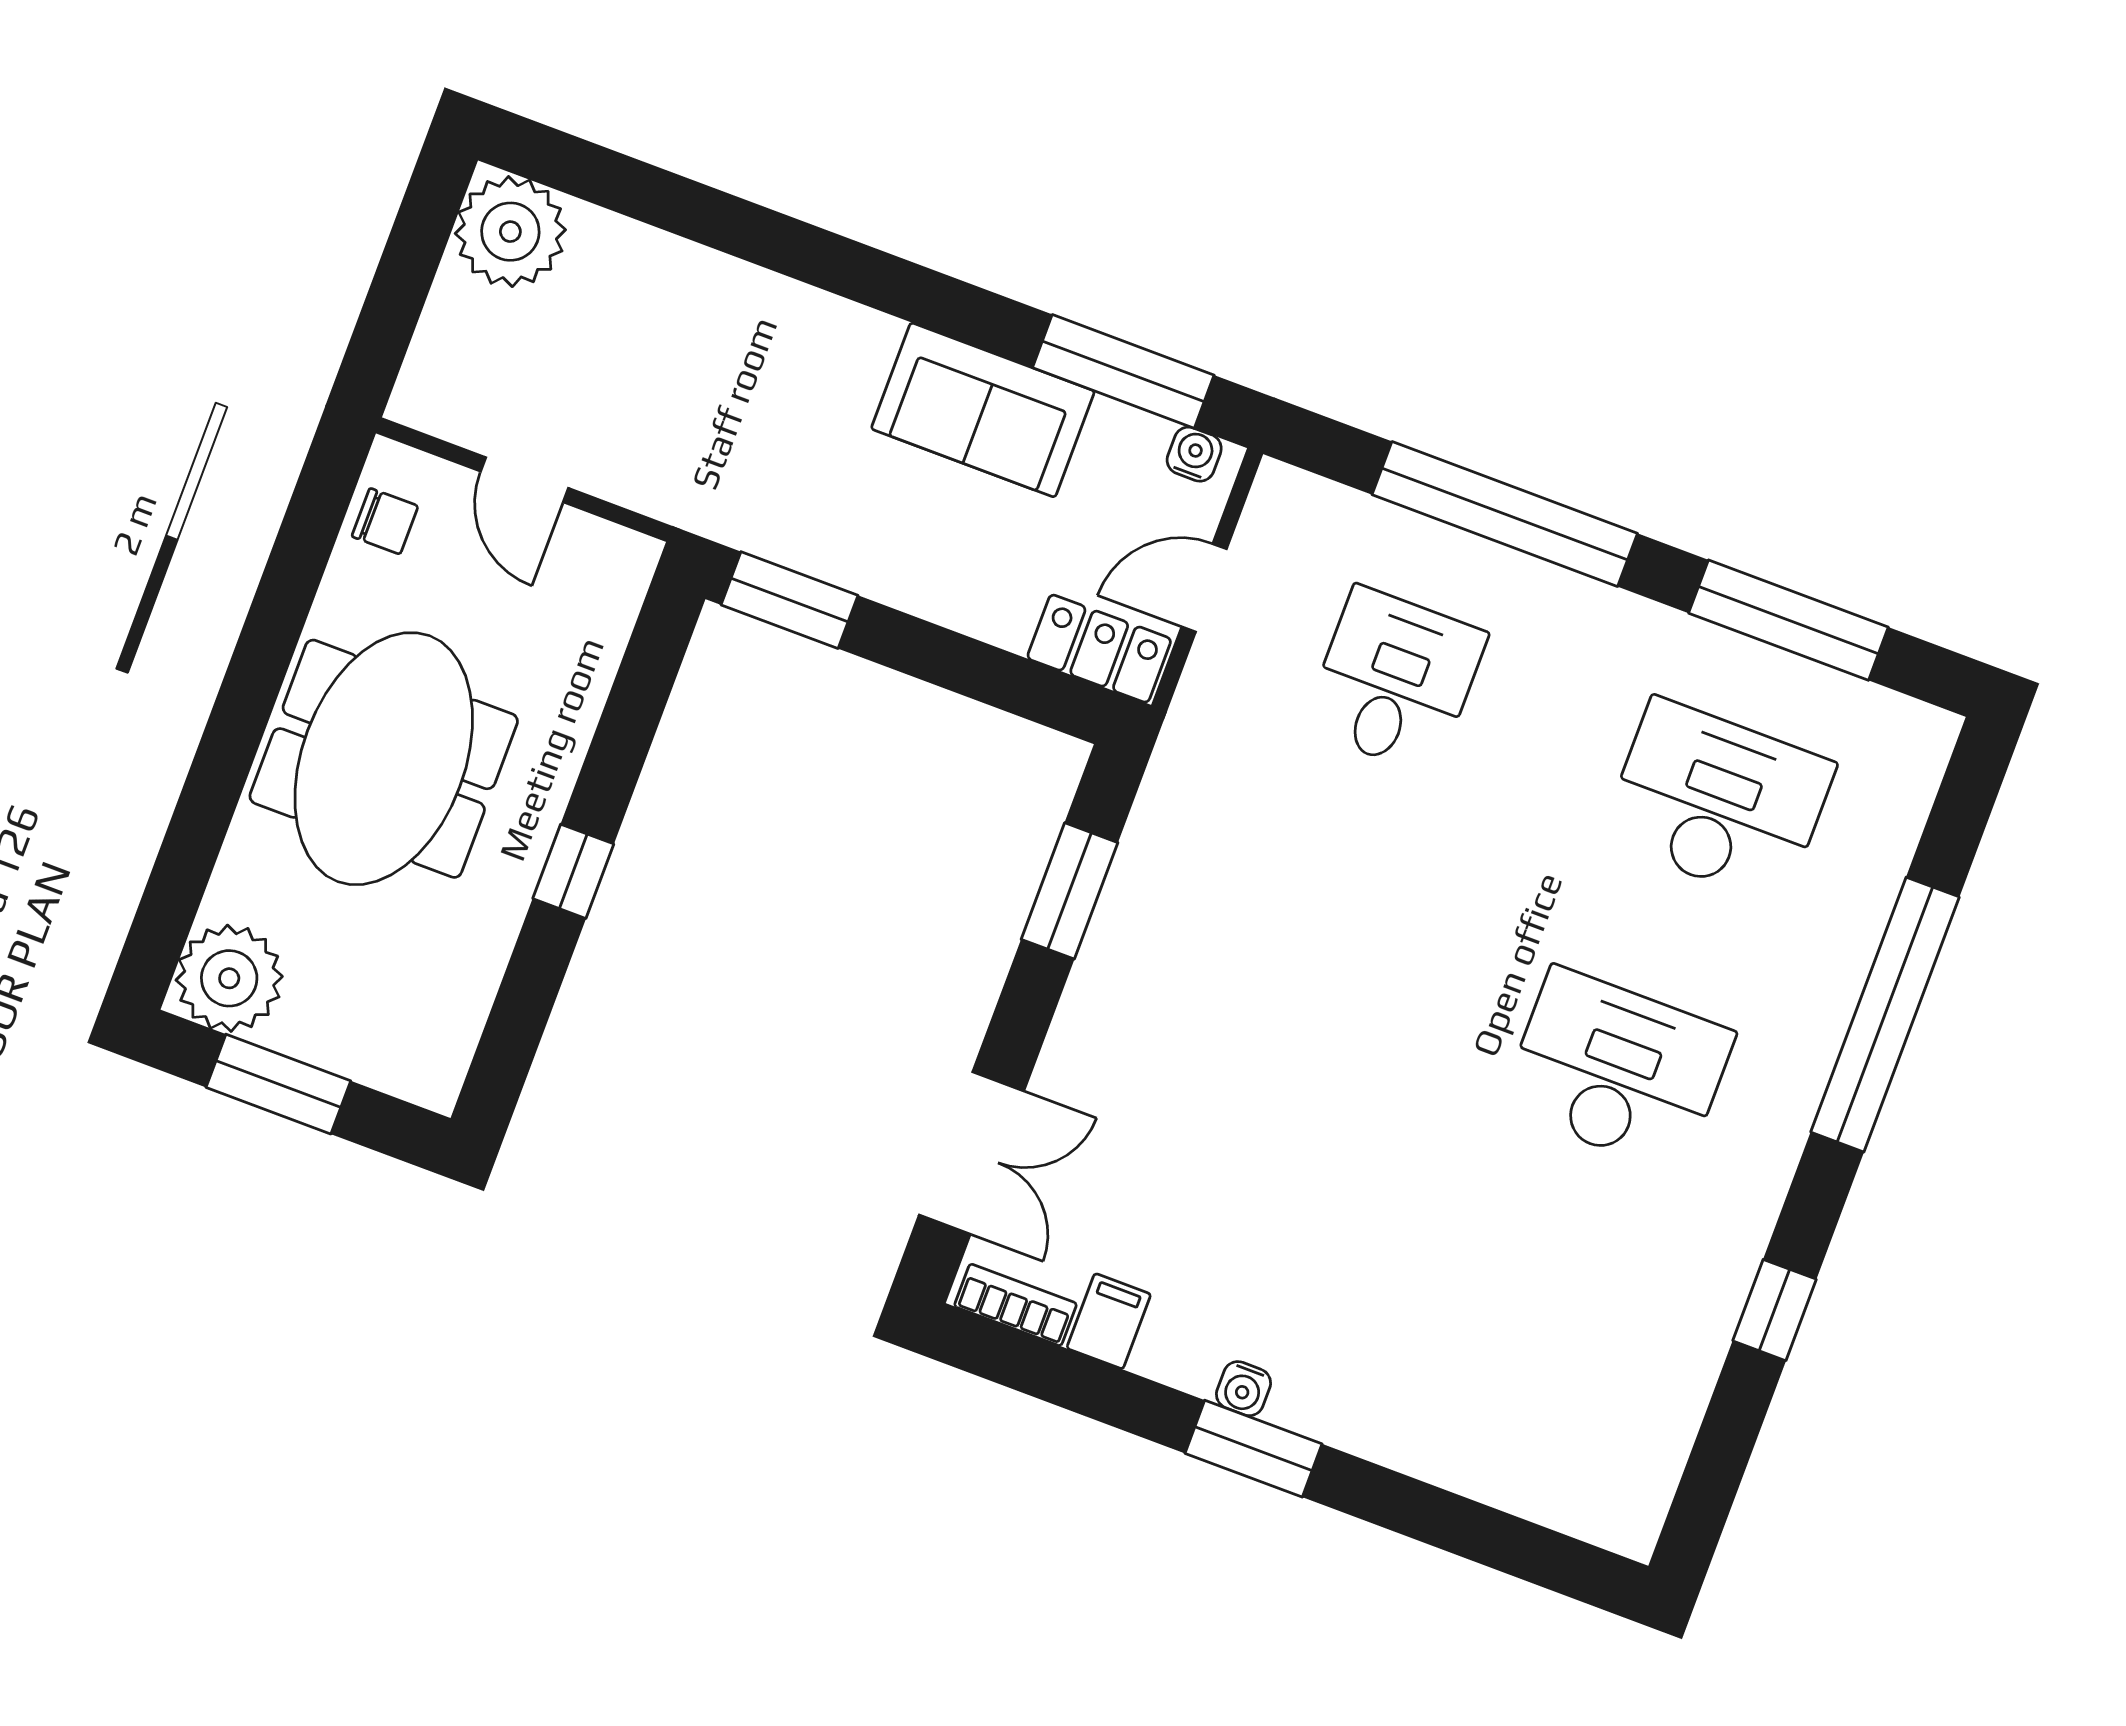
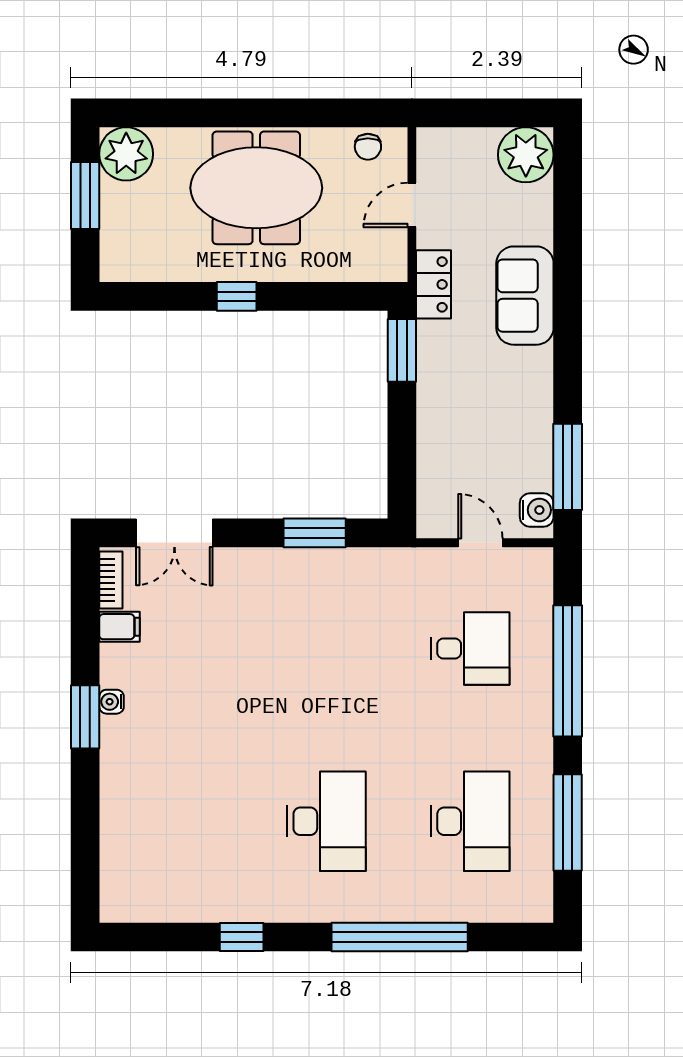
sofa: (983, 410) -> (525, 296), moved
water cooler: (1194, 454) -> (537, 510), width x1.38, depth x1.38
locker: (1099, 649) -> (433, 284), moved

